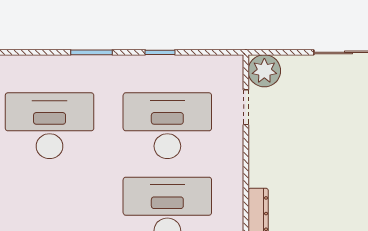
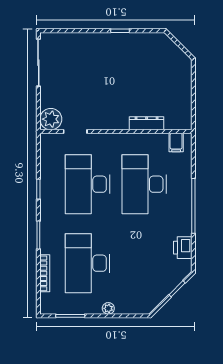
bookcase: (34, 62) -> (45, 273), added

